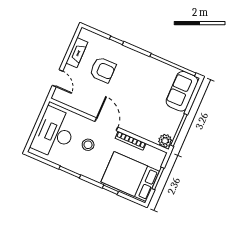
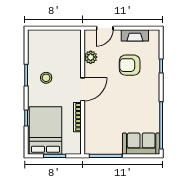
armchair: (103, 70) -> (130, 65), turned 90
desk: (54, 133) -> (55, 46), removed
plant: (165, 141) -> (91, 57), moved
stool: (88, 145) -> (46, 78), moved

